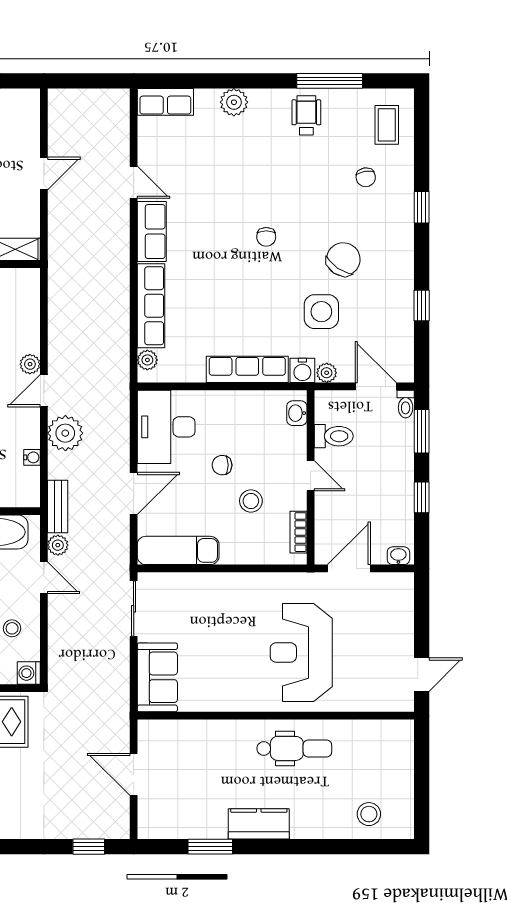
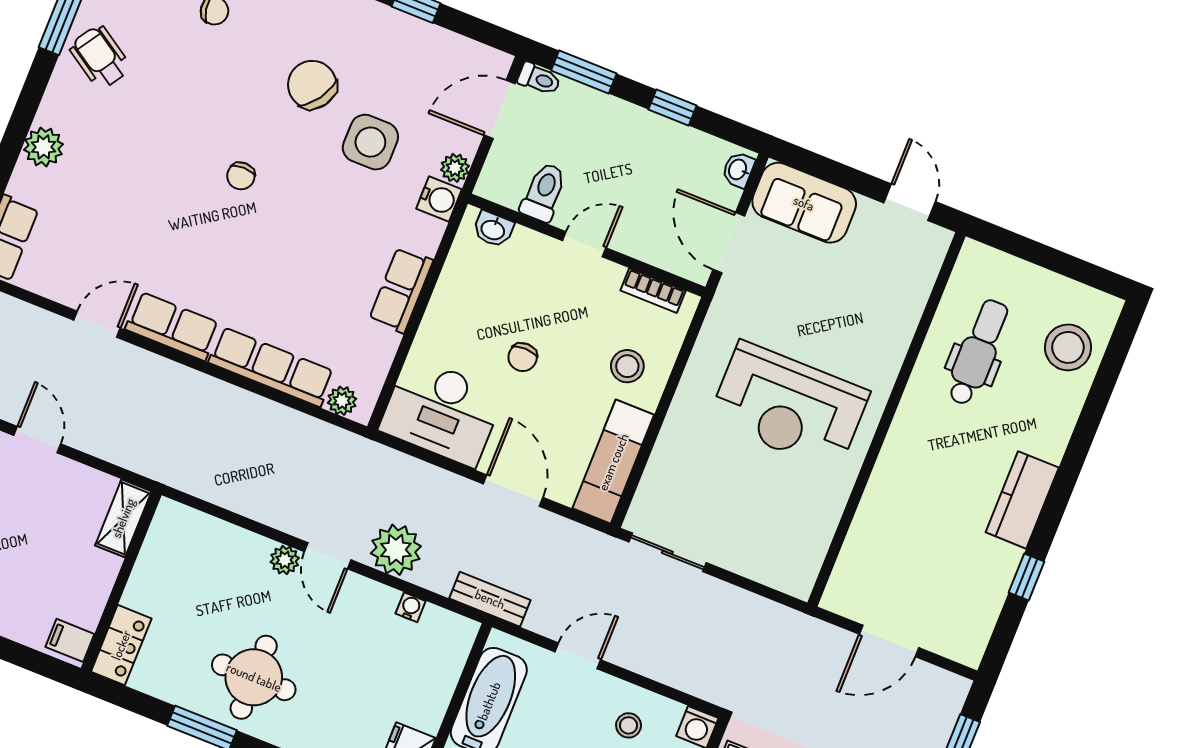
wheelchair: (306, 115) -> (100, 57), turned 33
chair: (266, 237) -> (241, 176), turned 90
row of seats: (247, 369) -> (401, 290), width x0.68
stool: (251, 501) -> (627, 366), moved
plant: (58, 545) -> (542, 620), removed
reception desk: (301, 652) -> (789, 406), moved
sofa: (157, 677) -> (804, 203), moved, turned 180
dental chair: (294, 748) -> (978, 352), moved
stool: (369, 814) -> (1068, 347), width x1.38, depth x1.38
window: (210, 847) -> (1027, 577), width x0.67

